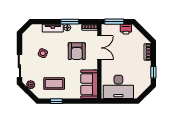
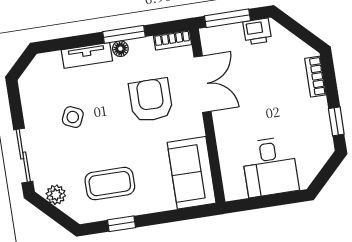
armchair: (77, 51) -> (151, 100), turned 180
desk: (118, 87) -> (270, 167), width x0.73

